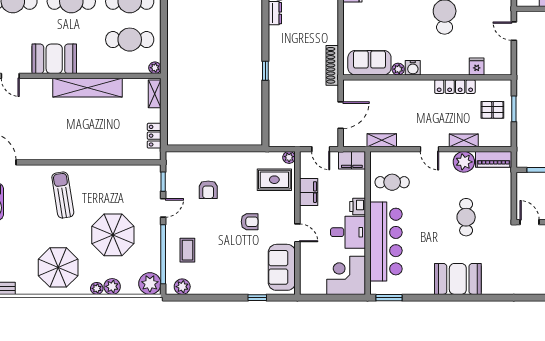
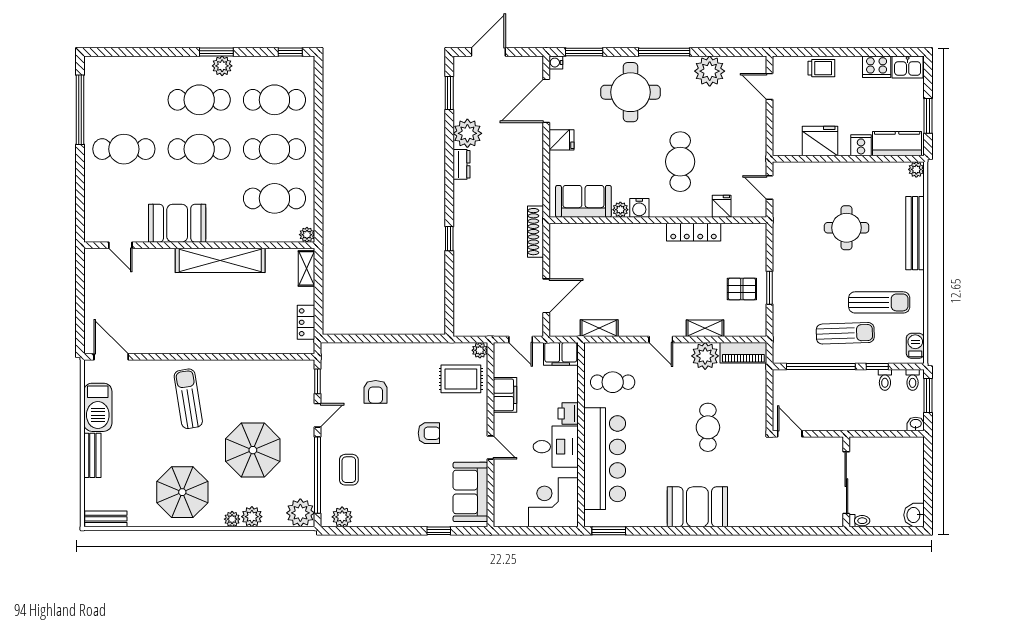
sofa: (369, 63) -> (583, 201), moved
fridge: (477, 67) -> (722, 206), moved
water cooler: (413, 68) -> (639, 208), moved
plant: (398, 69) -> (620, 210), moved
wall: (427, 77) -> (658, 220), moved
locker: (455, 87) -> (694, 232), moved

